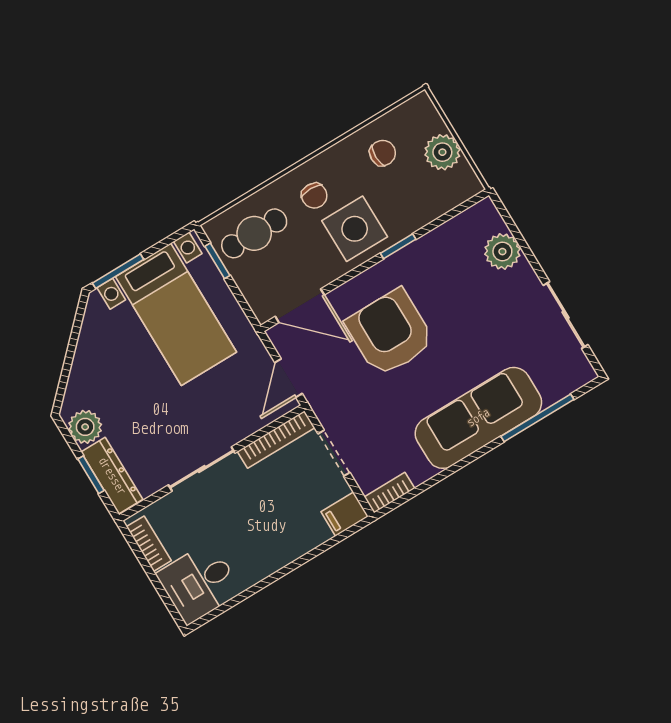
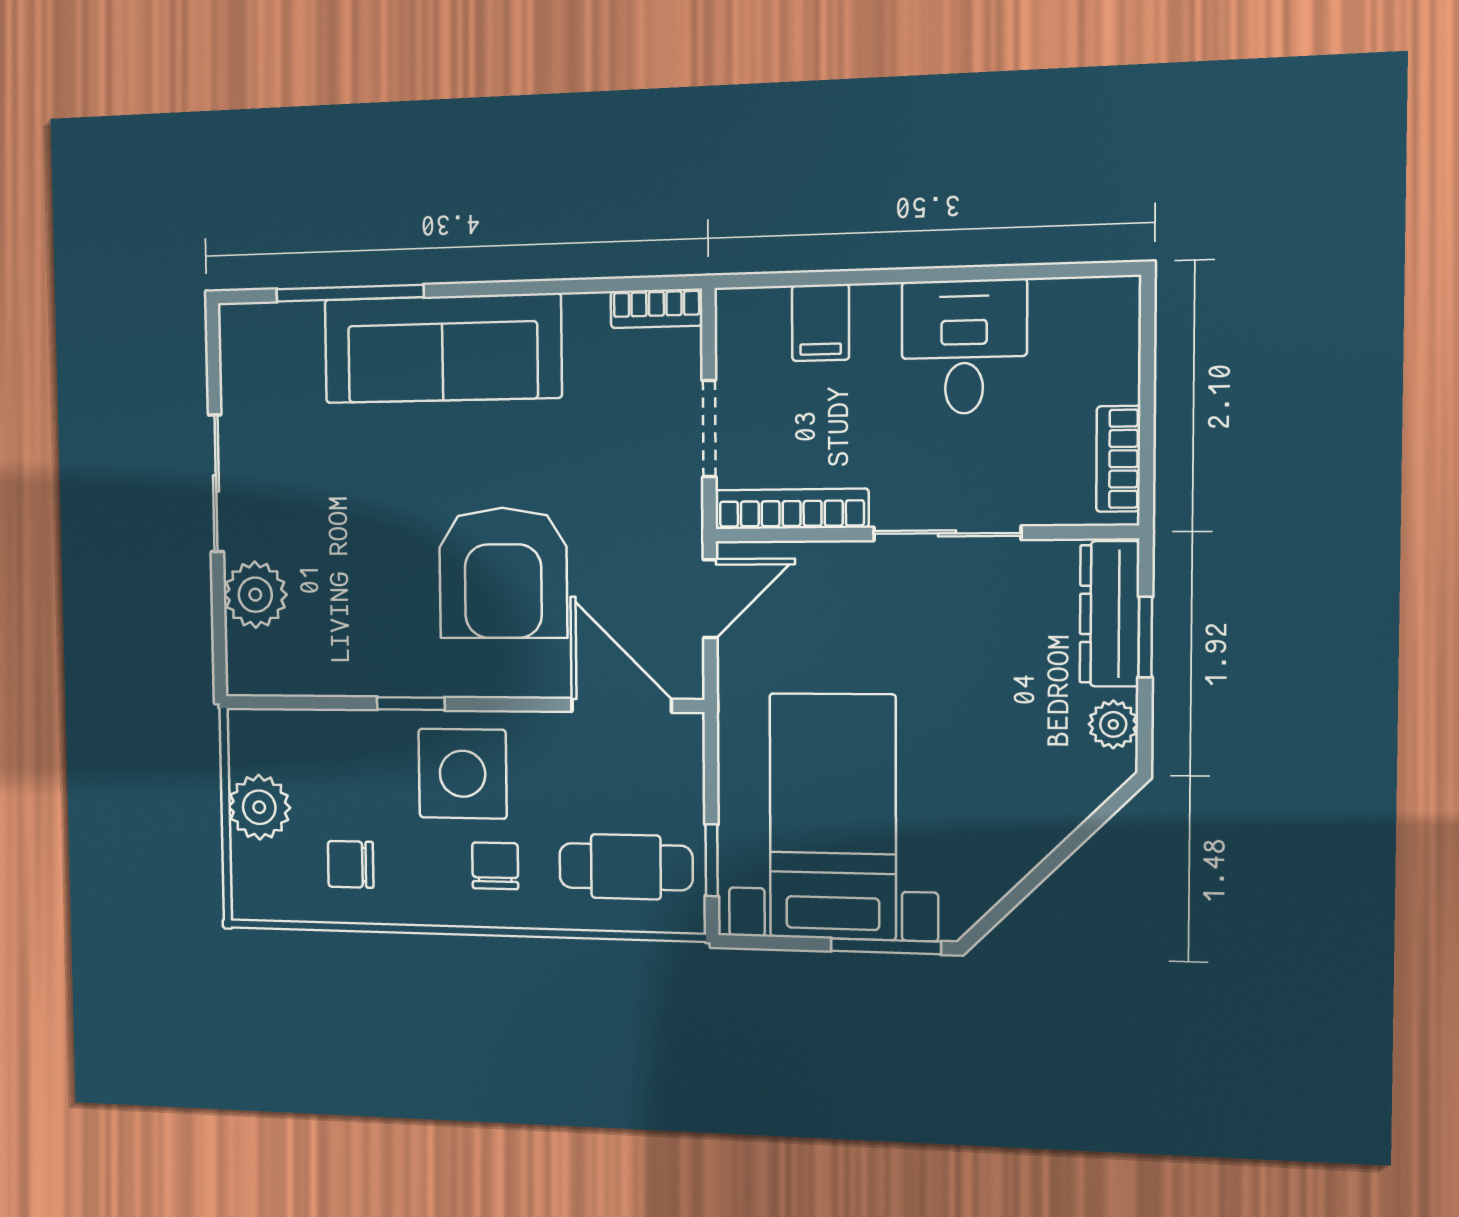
sliding door: (566, 315) -> (216, 483), moved
plant: (85, 427) -> (1113, 724), width x0.73, depth x0.73
filing cabinet: (345, 514) -> (821, 323), moved, turned 90
desk: (199, 583) -> (964, 347), moved, turned -90

